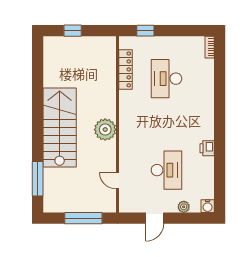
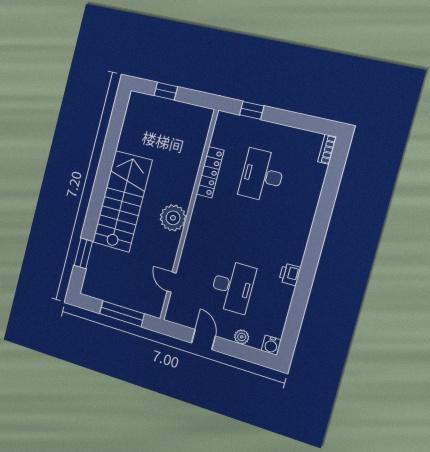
locker: (125, 69) -> (210, 172), moved
window: (38, 179) -> (83, 253), width x0.69
door: (155, 218) -> (203, 340), swing flipped

